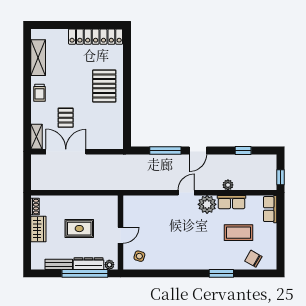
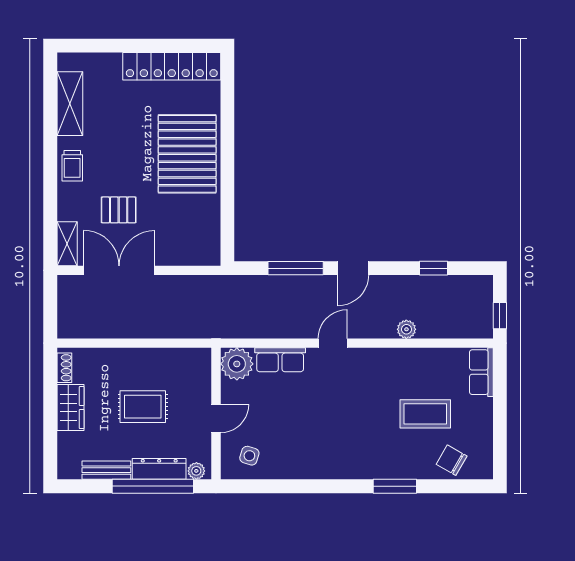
pallet: (104, 86) -> (187, 154), width x1.37, depth x1.41
pallet: (66, 118) -> (119, 210), turned 90
row of seats: (232, 202) -> (280, 360), moved
plant: (207, 204) -> (237, 364), moved

